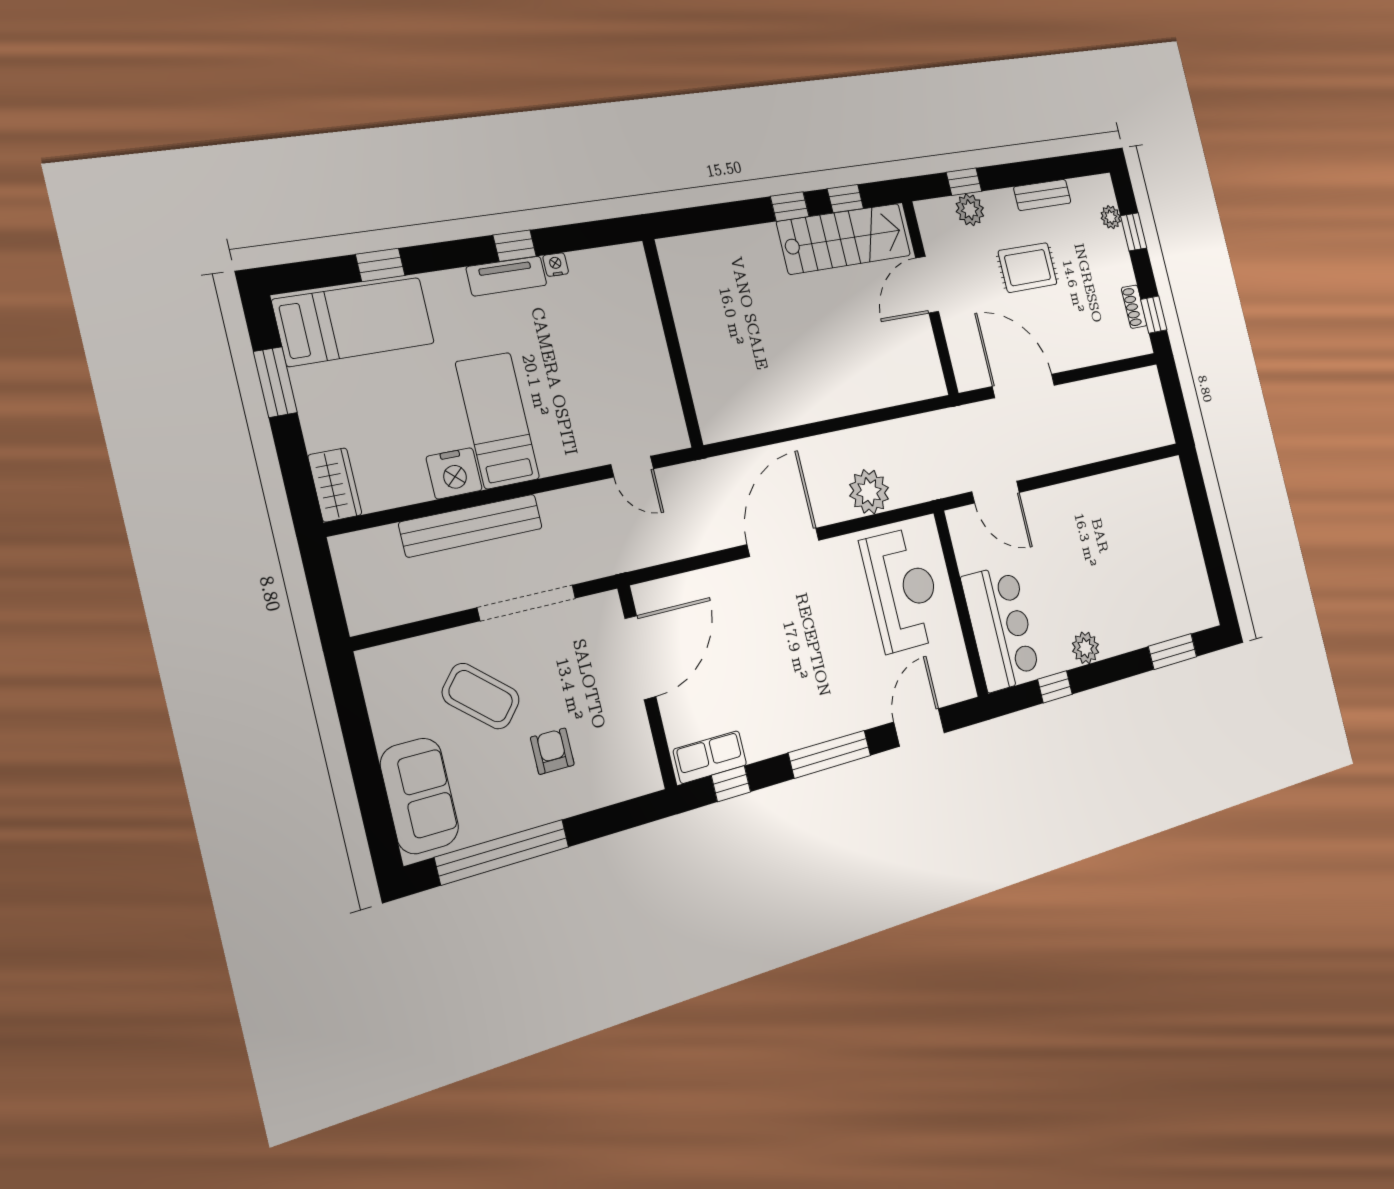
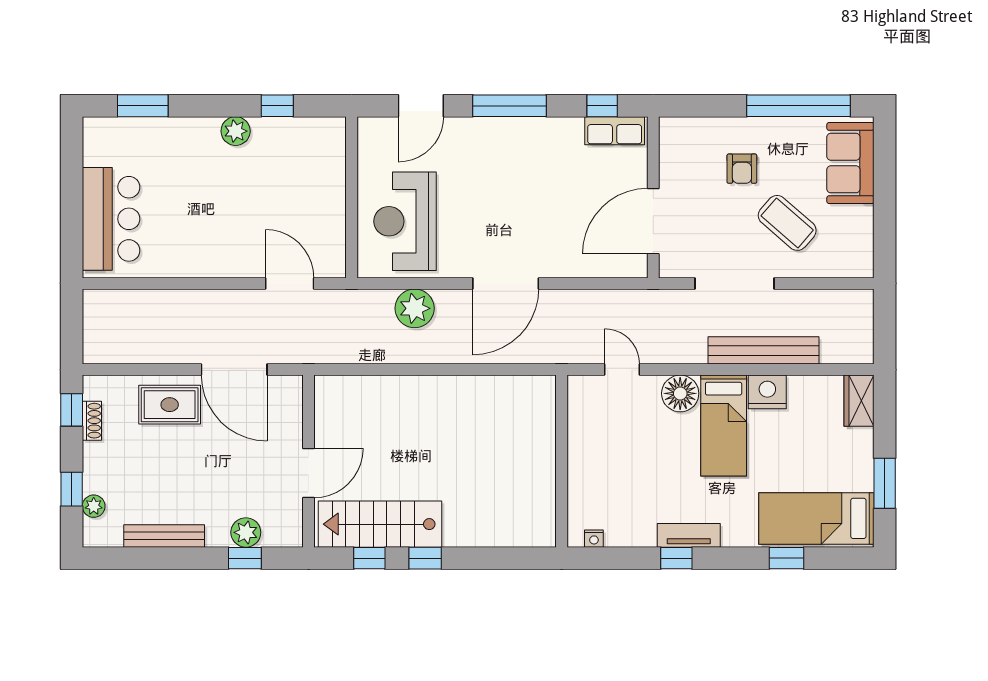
bench: (1042, 195) -> (164, 536), width x1.36
nightstand: (556, 265) -> (594, 539), moved
rug: (1028, 268) -> (170, 405), moved
floor lamp: (558, 451) -> (680, 393), added
bar counter: (1001, 628) -> (111, 219), moved, turned 180

